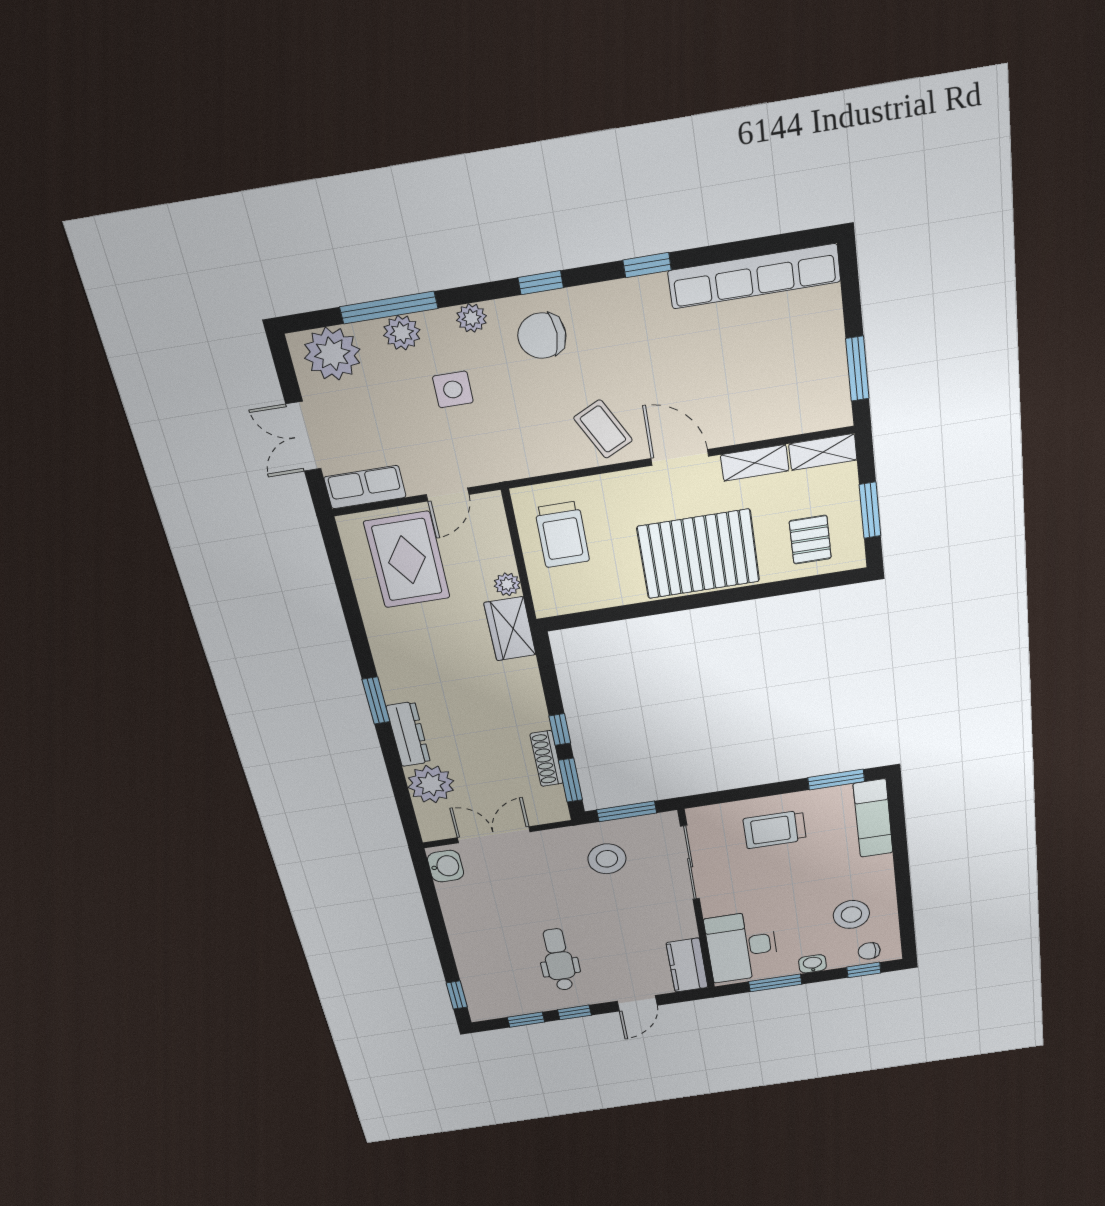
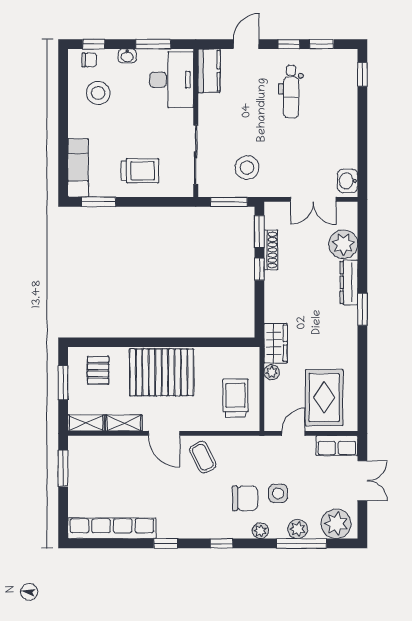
chair: (542, 336) -> (245, 498), moved

